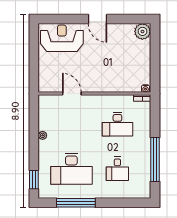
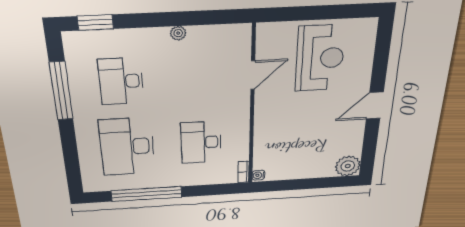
reception desk: (62, 38) -> (320, 58), moved
desk: (71, 169) -> (121, 81), width x0.73, depth x0.77
desk: (117, 169) -> (127, 147), width x1.87, depth x1.30

